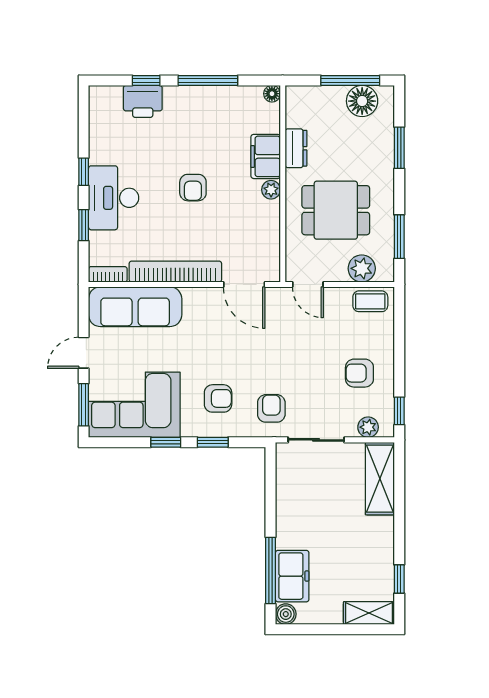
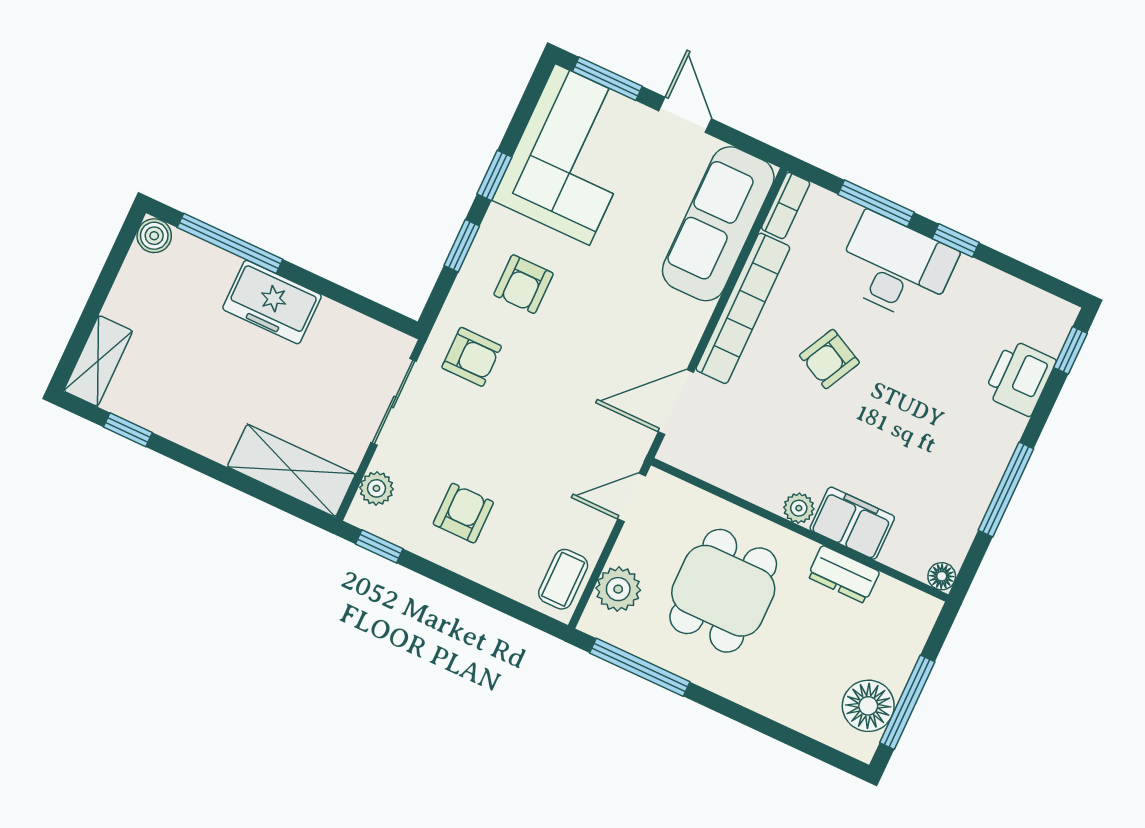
window: (146, 81) -> (1070, 350), moved
window: (399, 148) -> (773, 729), removed
armchair: (193, 188) -> (829, 359), moved, turned -63
window: (84, 225) -> (876, 203), width x1.50
window: (399, 237) -> (640, 667), width x1.44
freezer: (292, 576) -> (272, 302), moved

